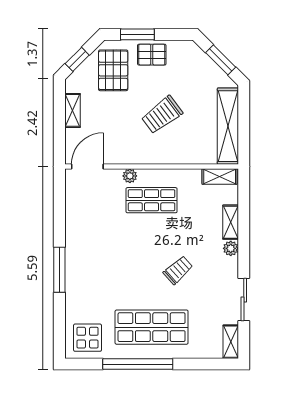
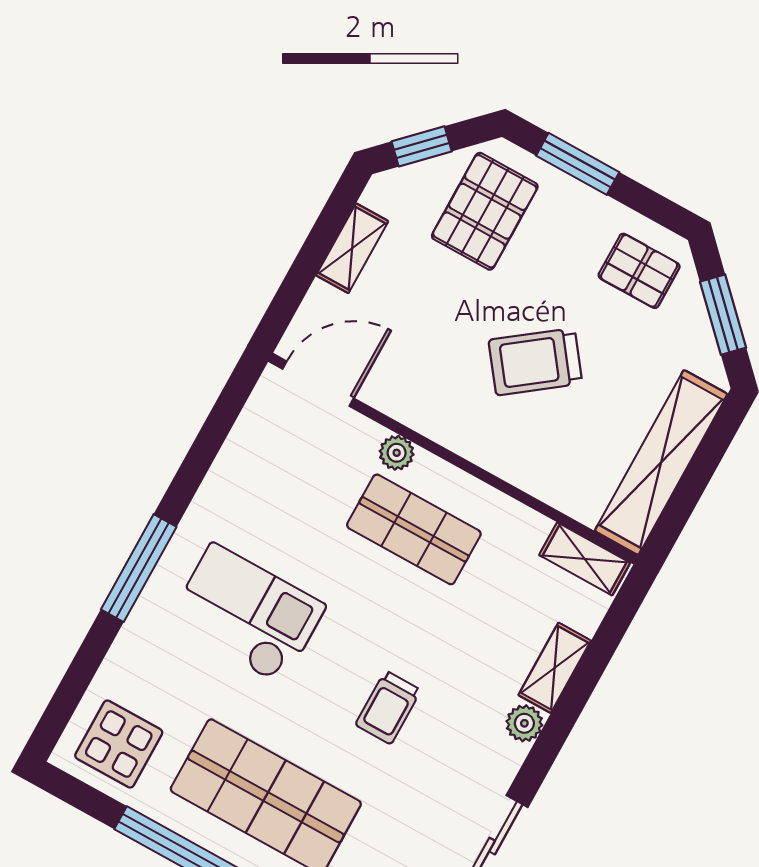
pallet: (152, 55) -> (639, 271), moved
checkout: (108, 265) -> (247, 614), added
trolley: (178, 270) -> (388, 707), turned 132

